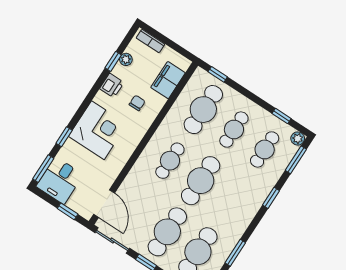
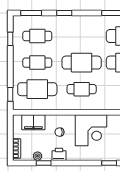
corner desk: (98, 130) -> (91, 130), moved, turned 180
plant: (298, 139) -> (17, 20), removed

